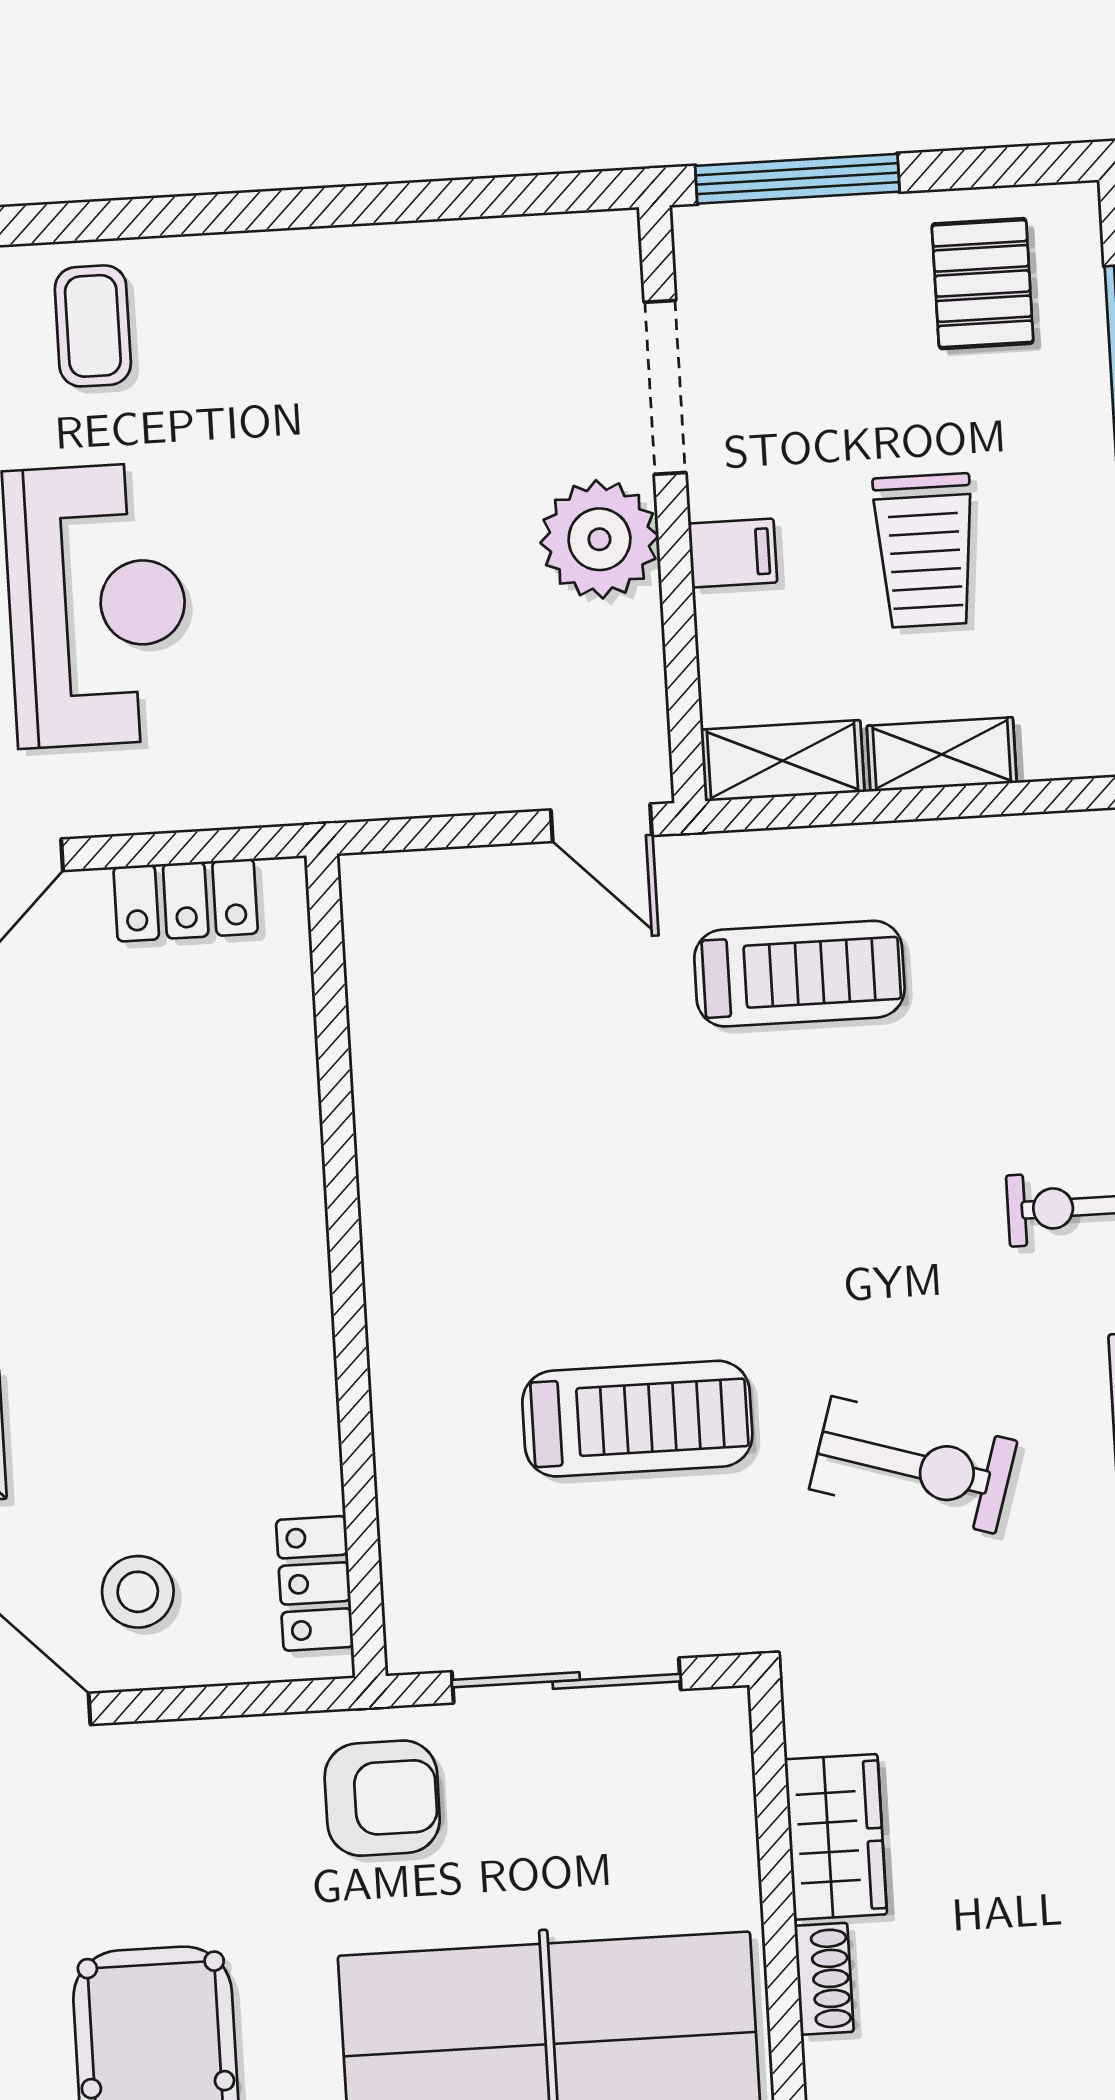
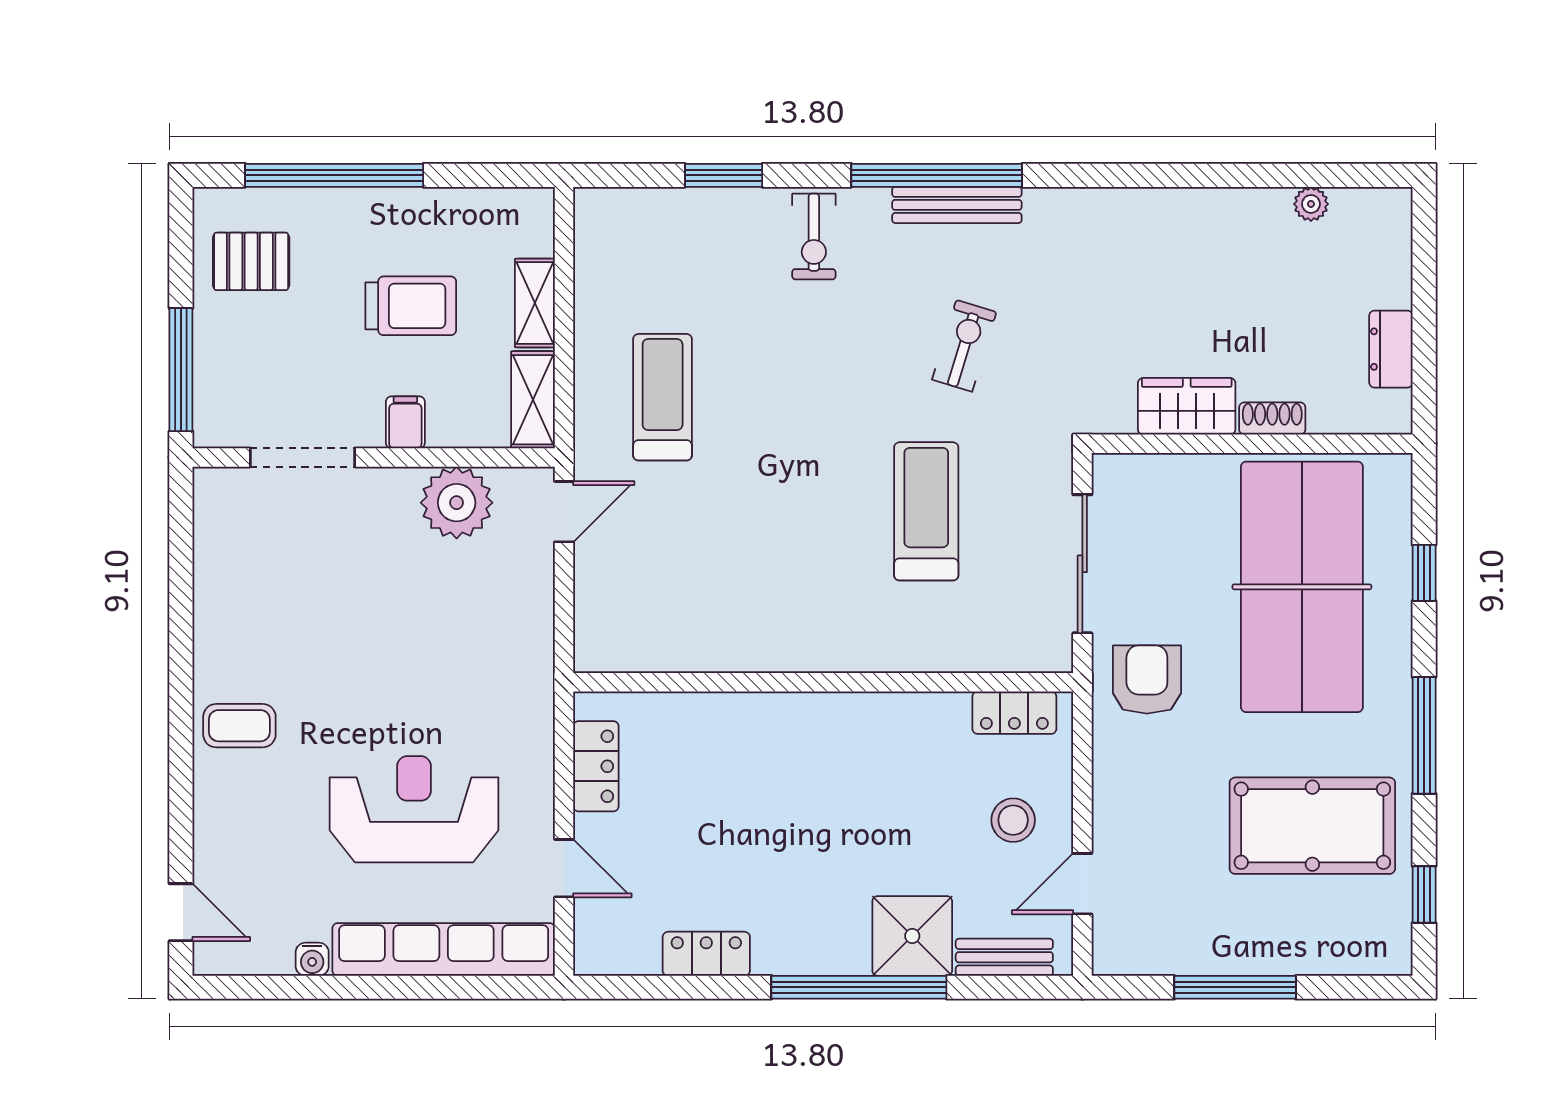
coffee table: (93, 326) -> (239, 726), moved
plant: (599, 539) -> (457, 503), moved
exercise bike: (913, 1465) -> (964, 346), width x0.73, depth x0.72

